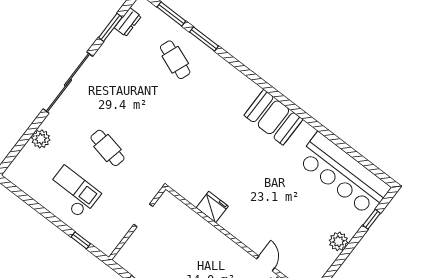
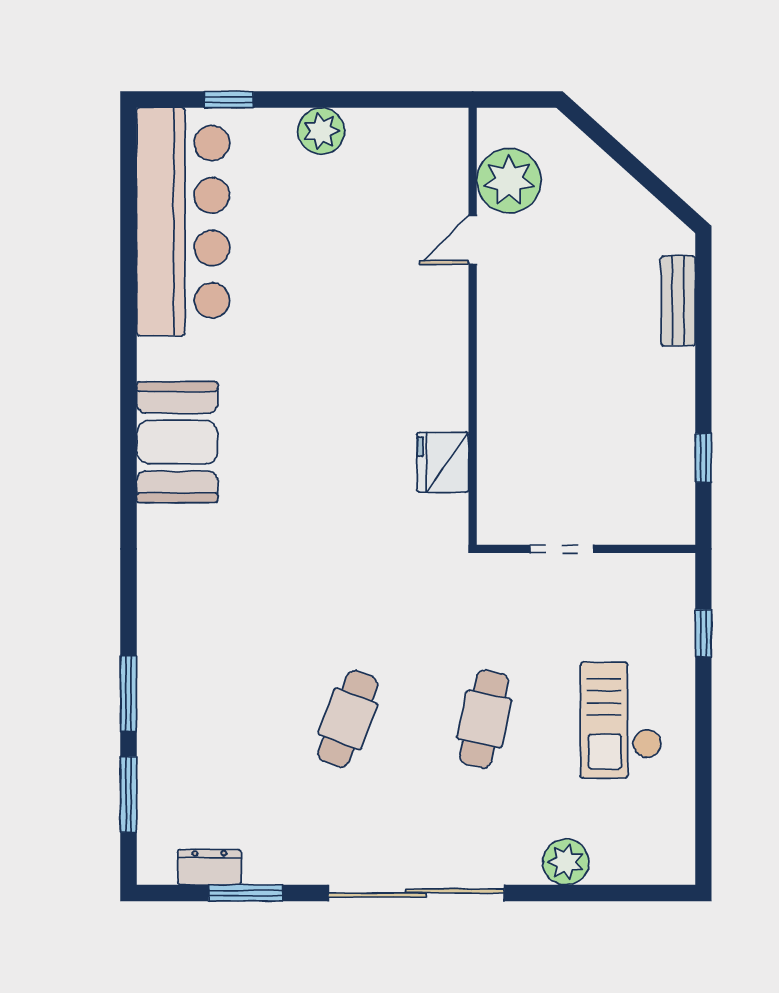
cafe table: (175, 60) -> (348, 719), moved
fridge: (212, 207) -> (443, 462), moved

